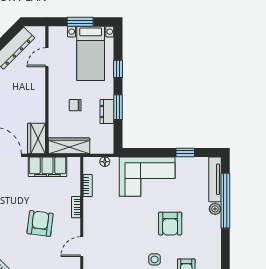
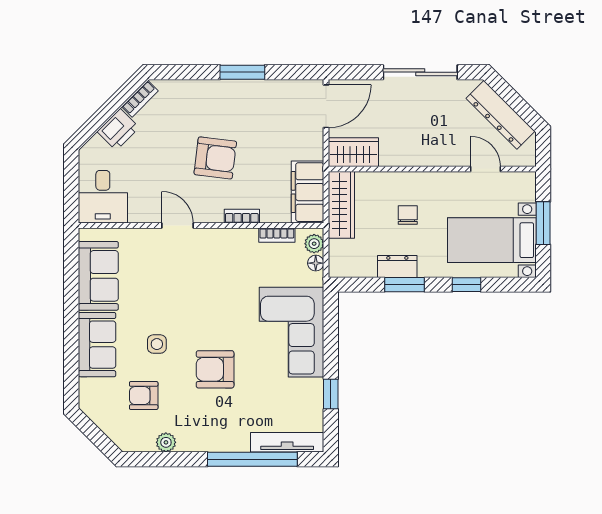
plant: (93, 163) -> (314, 244), added
filing cabinet: (47, 167) -> (308, 192), moved
plant: (215, 209) -> (166, 442), moved

